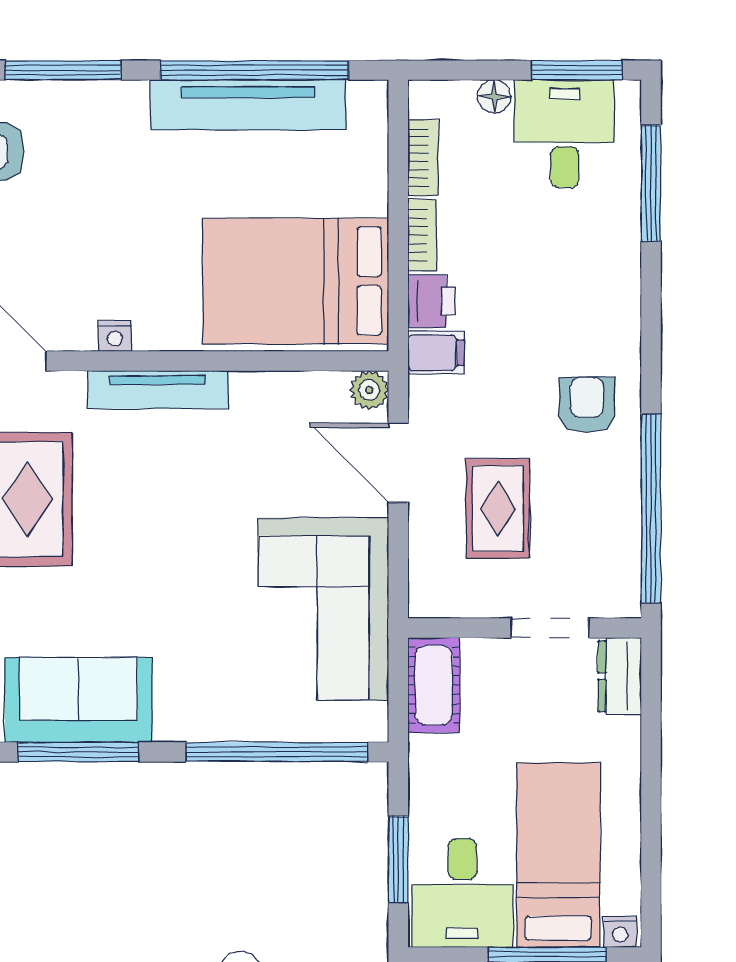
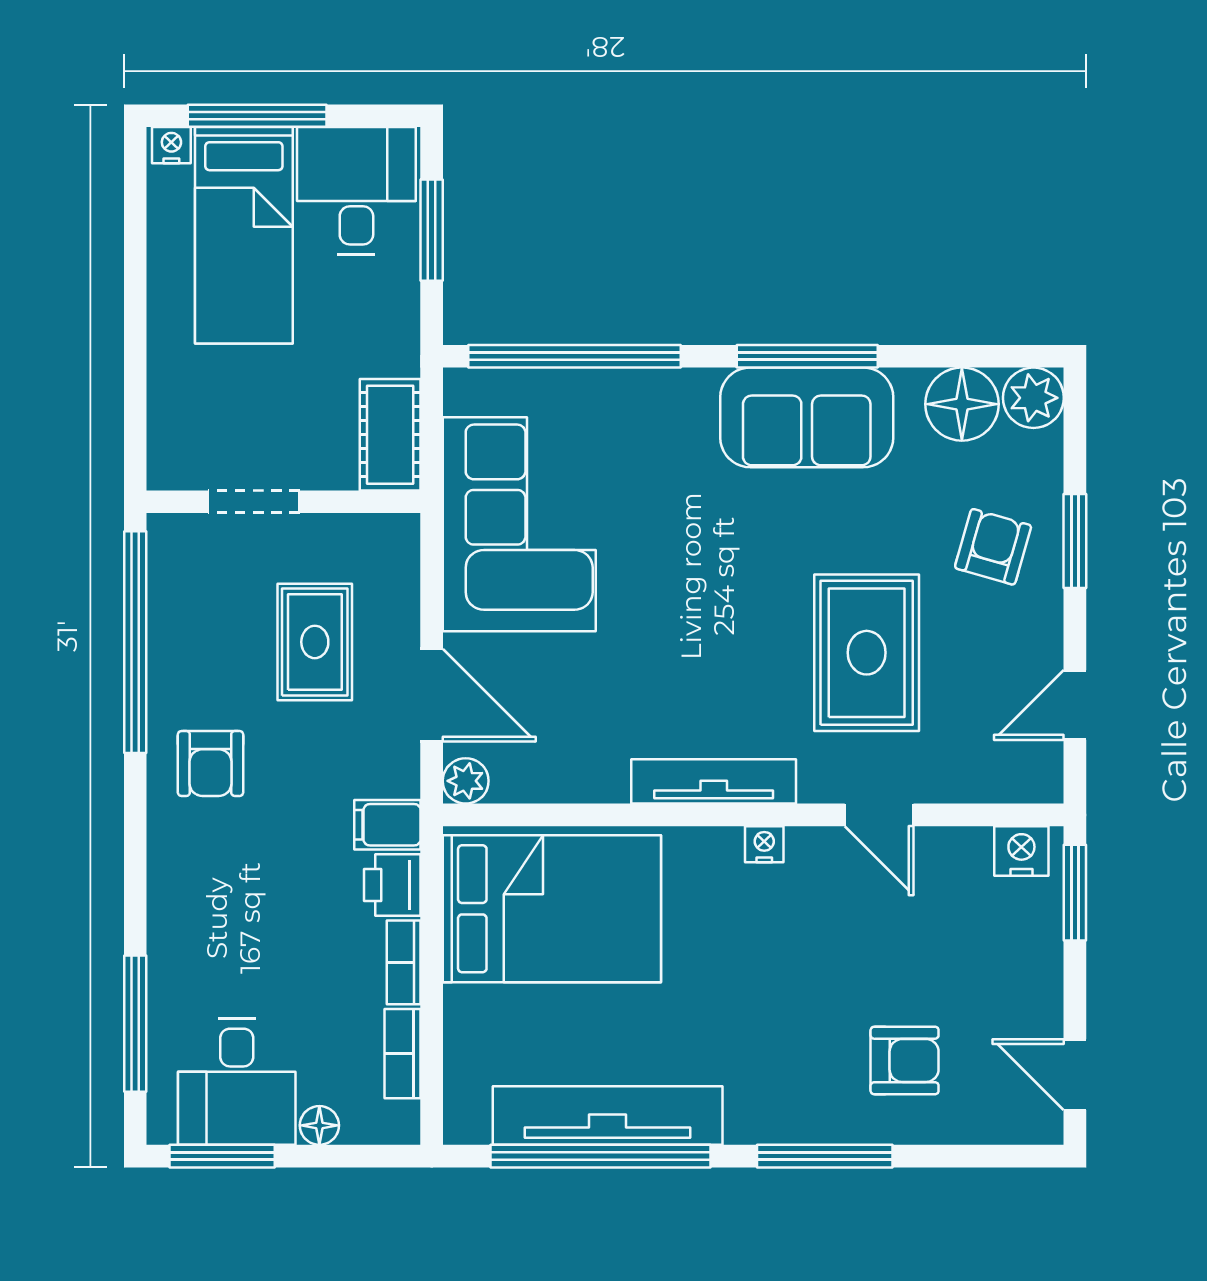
dresser: (620, 676) -> (172, 445), removed

